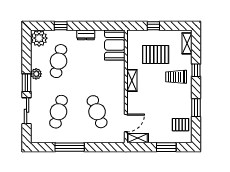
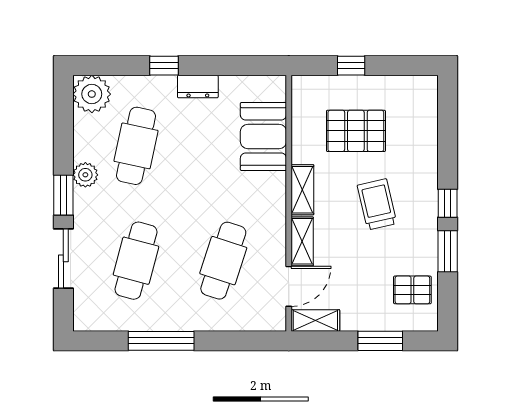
window: (61, 26) -> (164, 66), moved
shelving: (187, 43) -> (302, 241), moved
booth: (115, 45) -> (263, 137), moved
window: (196, 70) -> (448, 203), moved
trolley: (176, 77) -> (377, 204), moved, turned 77
cafe table: (97, 112) -> (223, 261), turned 39

